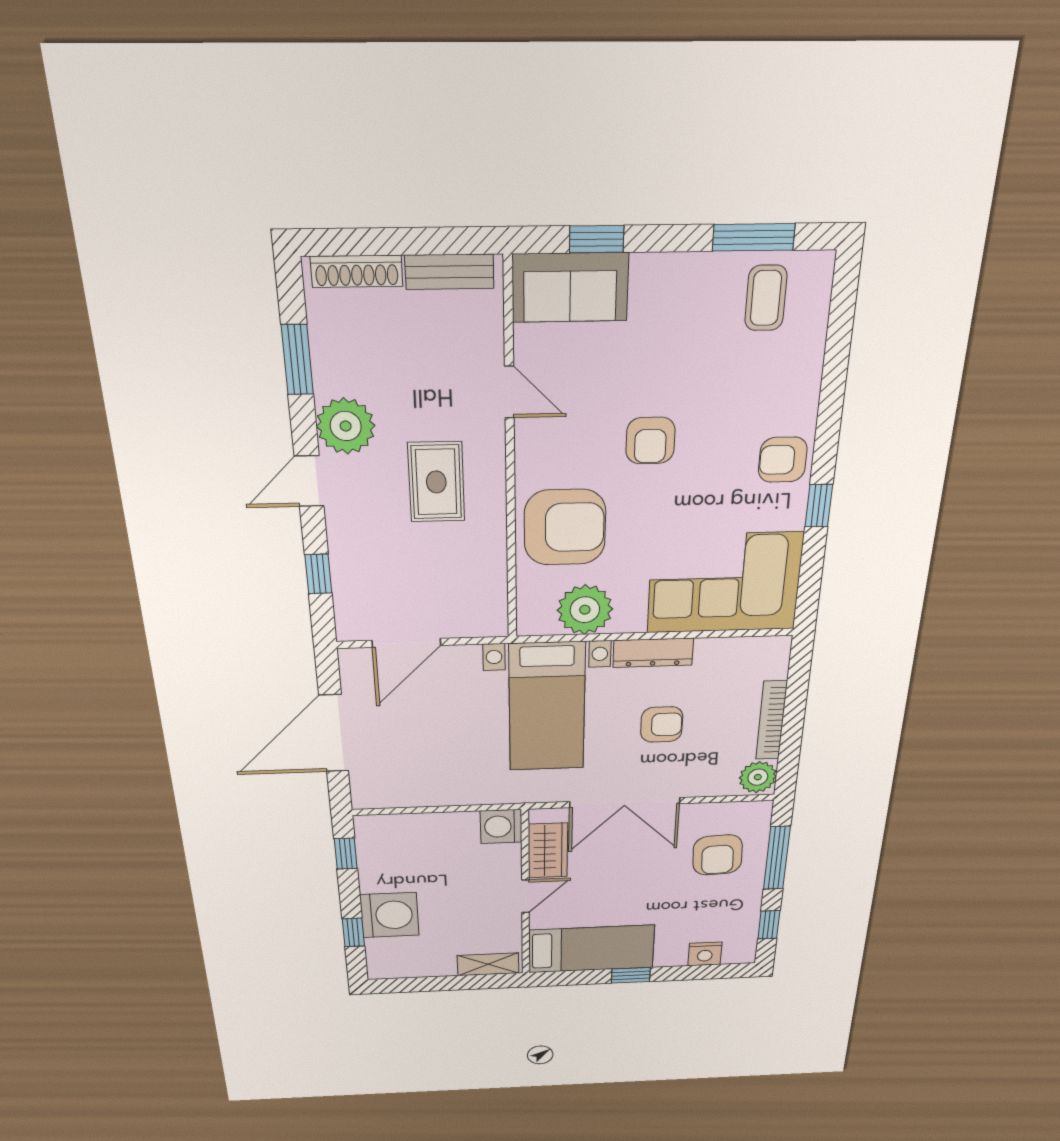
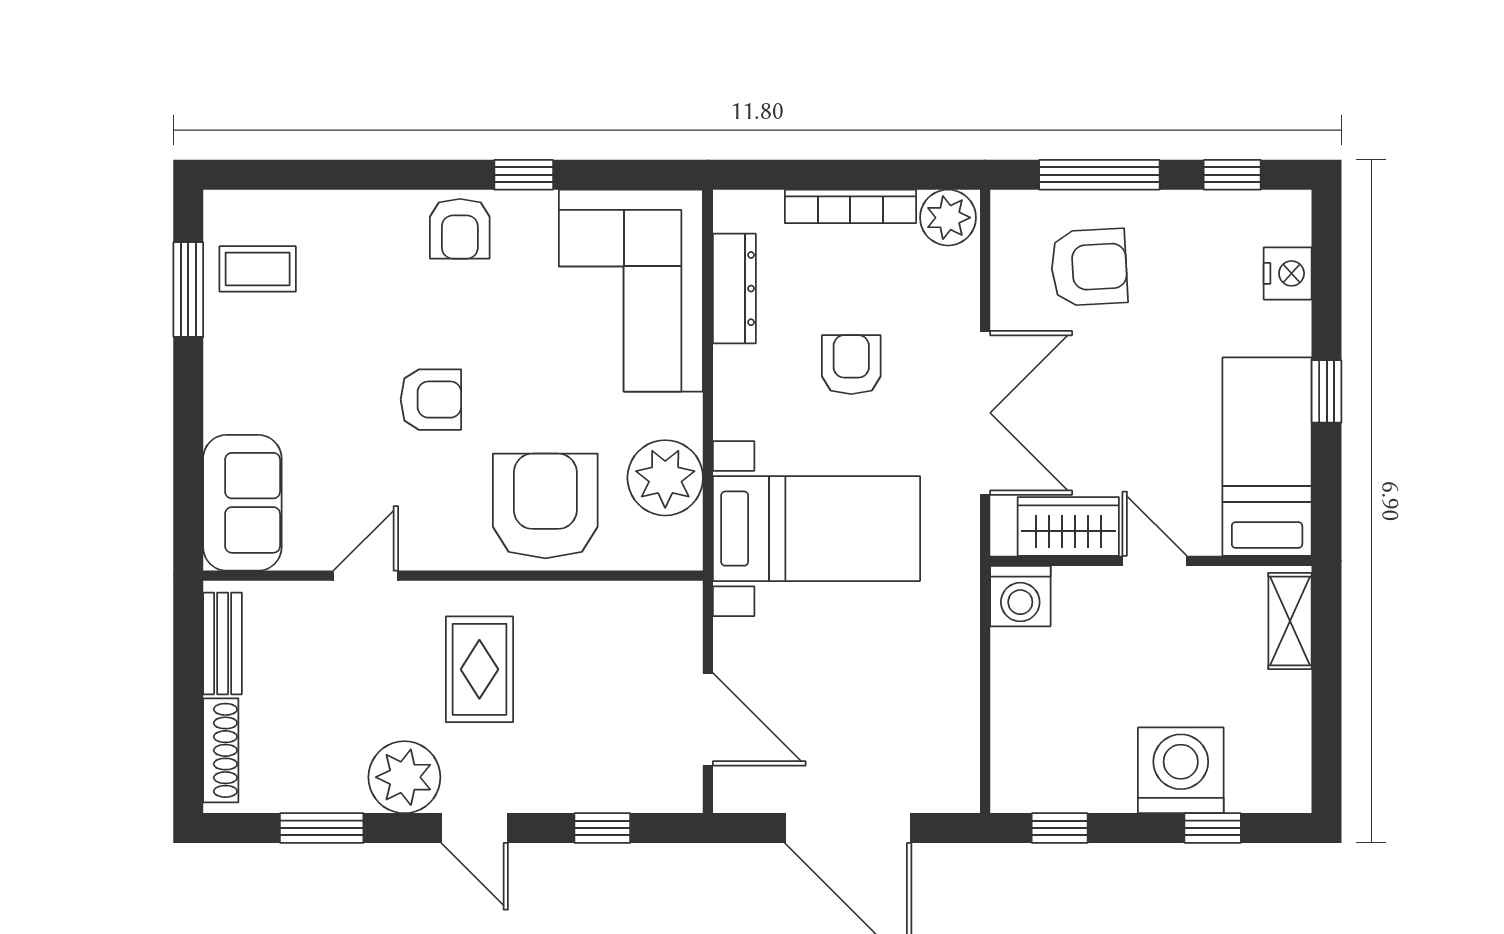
window: (597, 239) -> (188, 473), removed
rug: (436, 482) -> (479, 669), turned 90
dresser: (653, 653) -> (734, 289), moved

